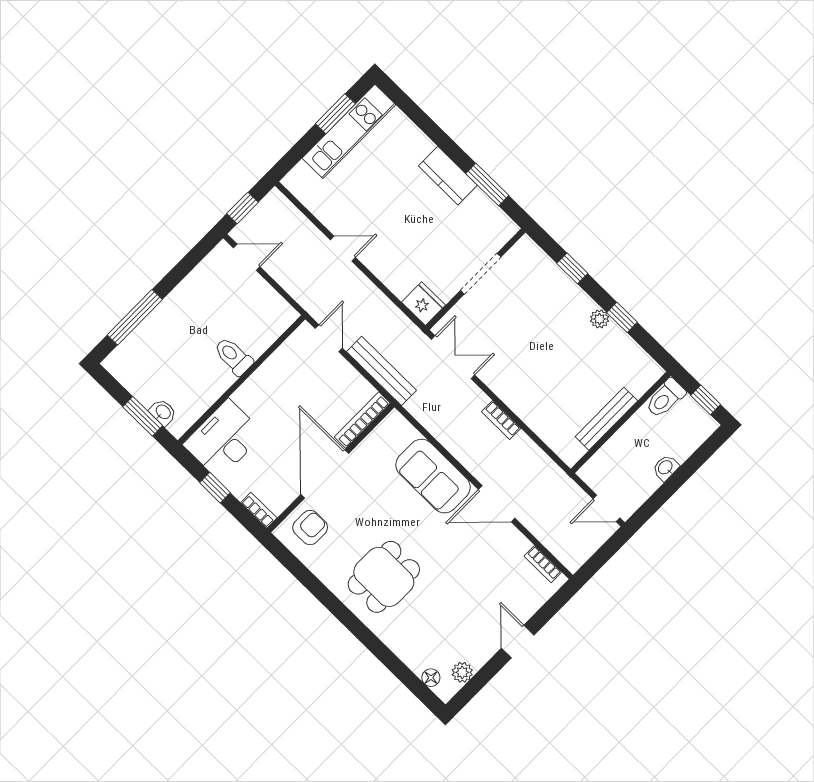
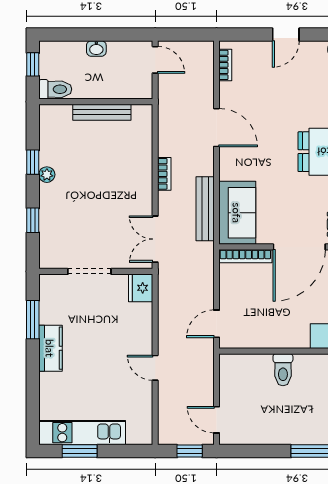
bench: (382, 371) -> (205, 209), moved
sofa: (433, 476) -> (237, 213), moved

